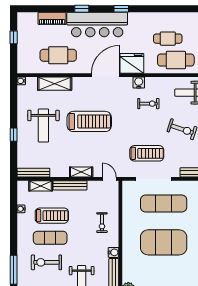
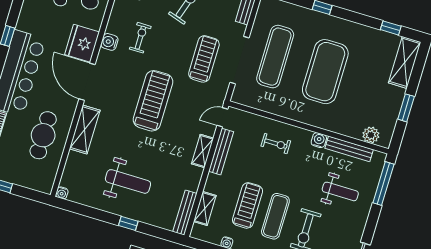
shelving: (55, 84) -> (85, 129), moved
treadmill: (89, 121) -> (153, 101), moved
bench: (70, 185) -> (221, 152), moved

